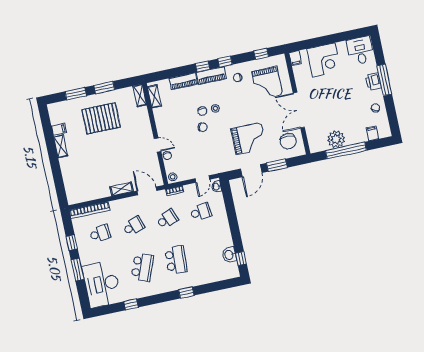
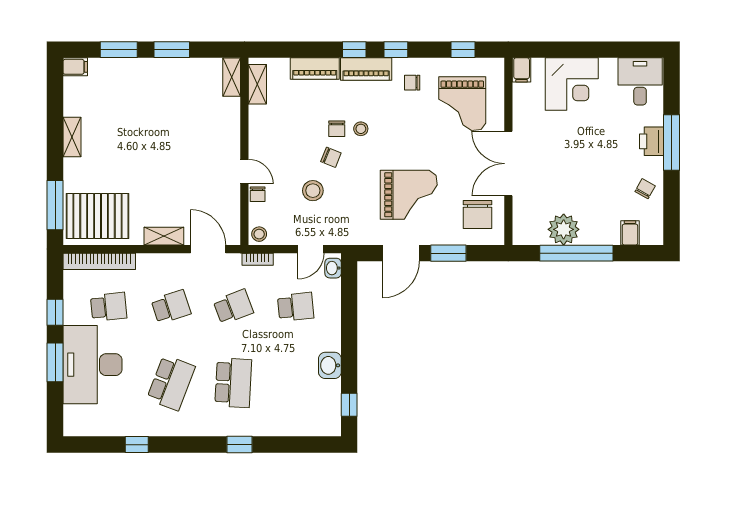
pallet: (101, 118) -> (98, 216), moved
filing cabinet: (59, 129) -> (75, 67), moved
stool: (197, 147) -> (313, 191), added
window: (59, 185) -> (55, 205), added
washbasin: (229, 255) -> (330, 365), moved
desk: (102, 284) -> (92, 365), moved

